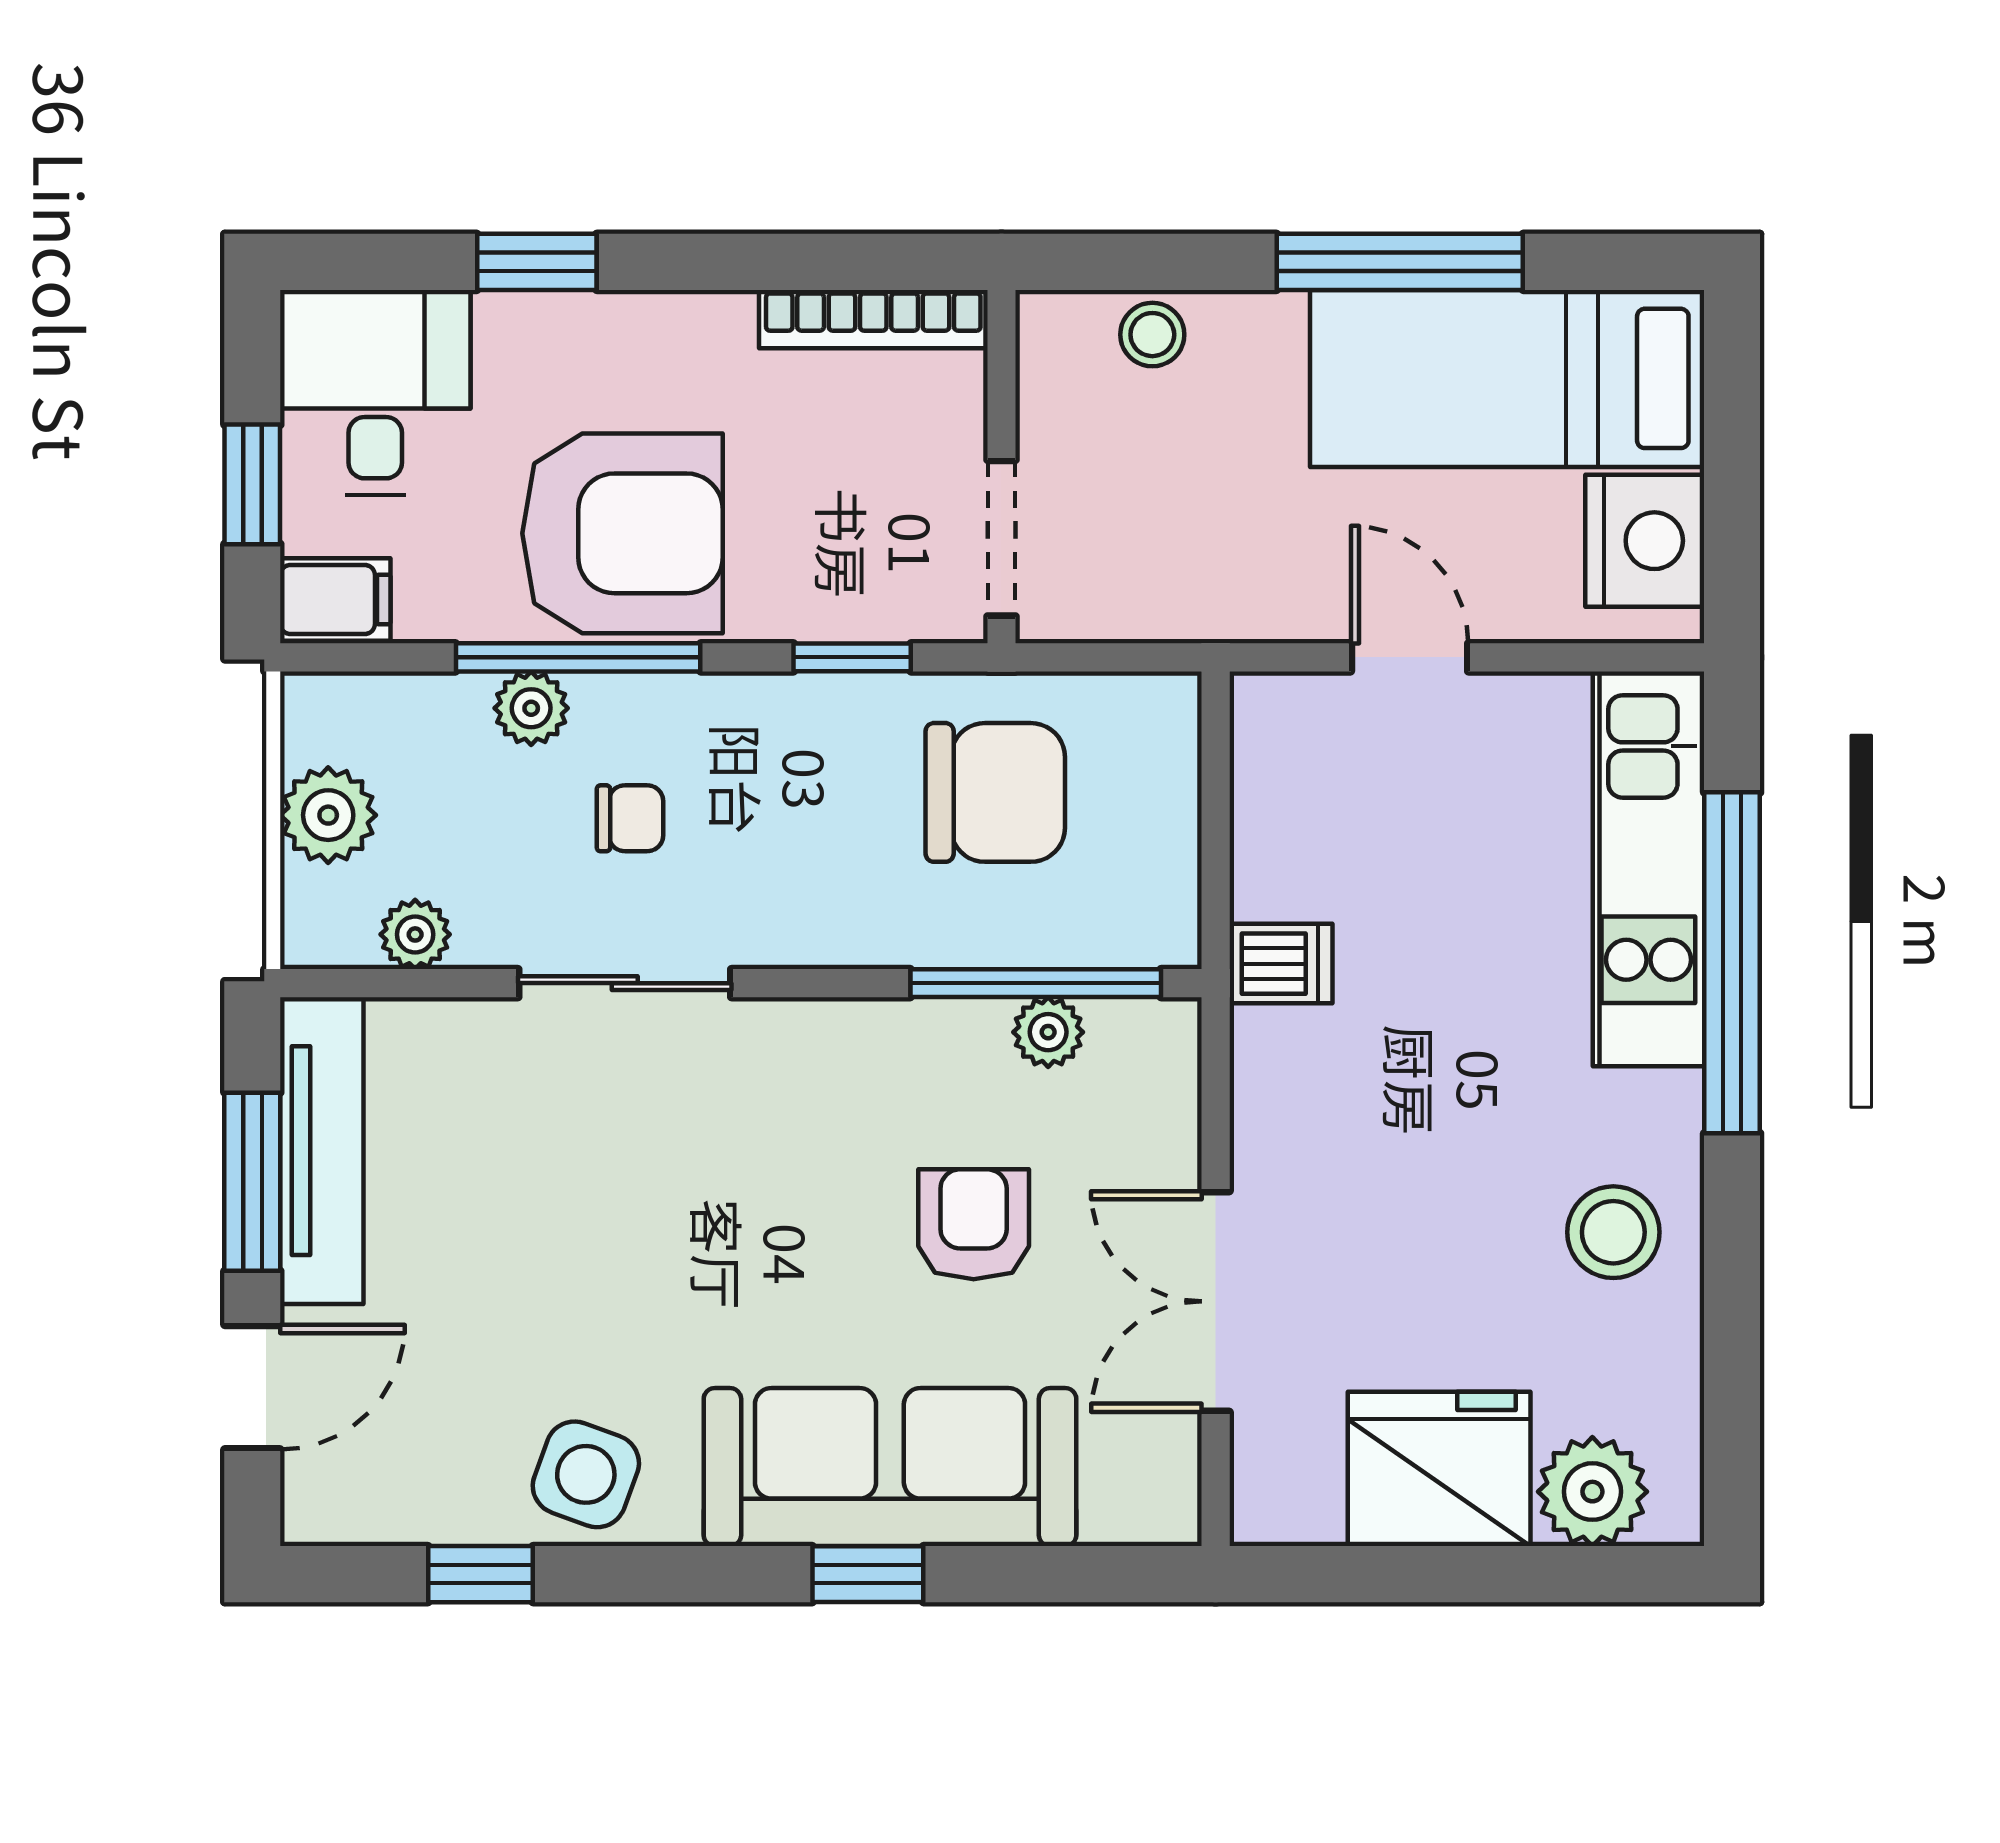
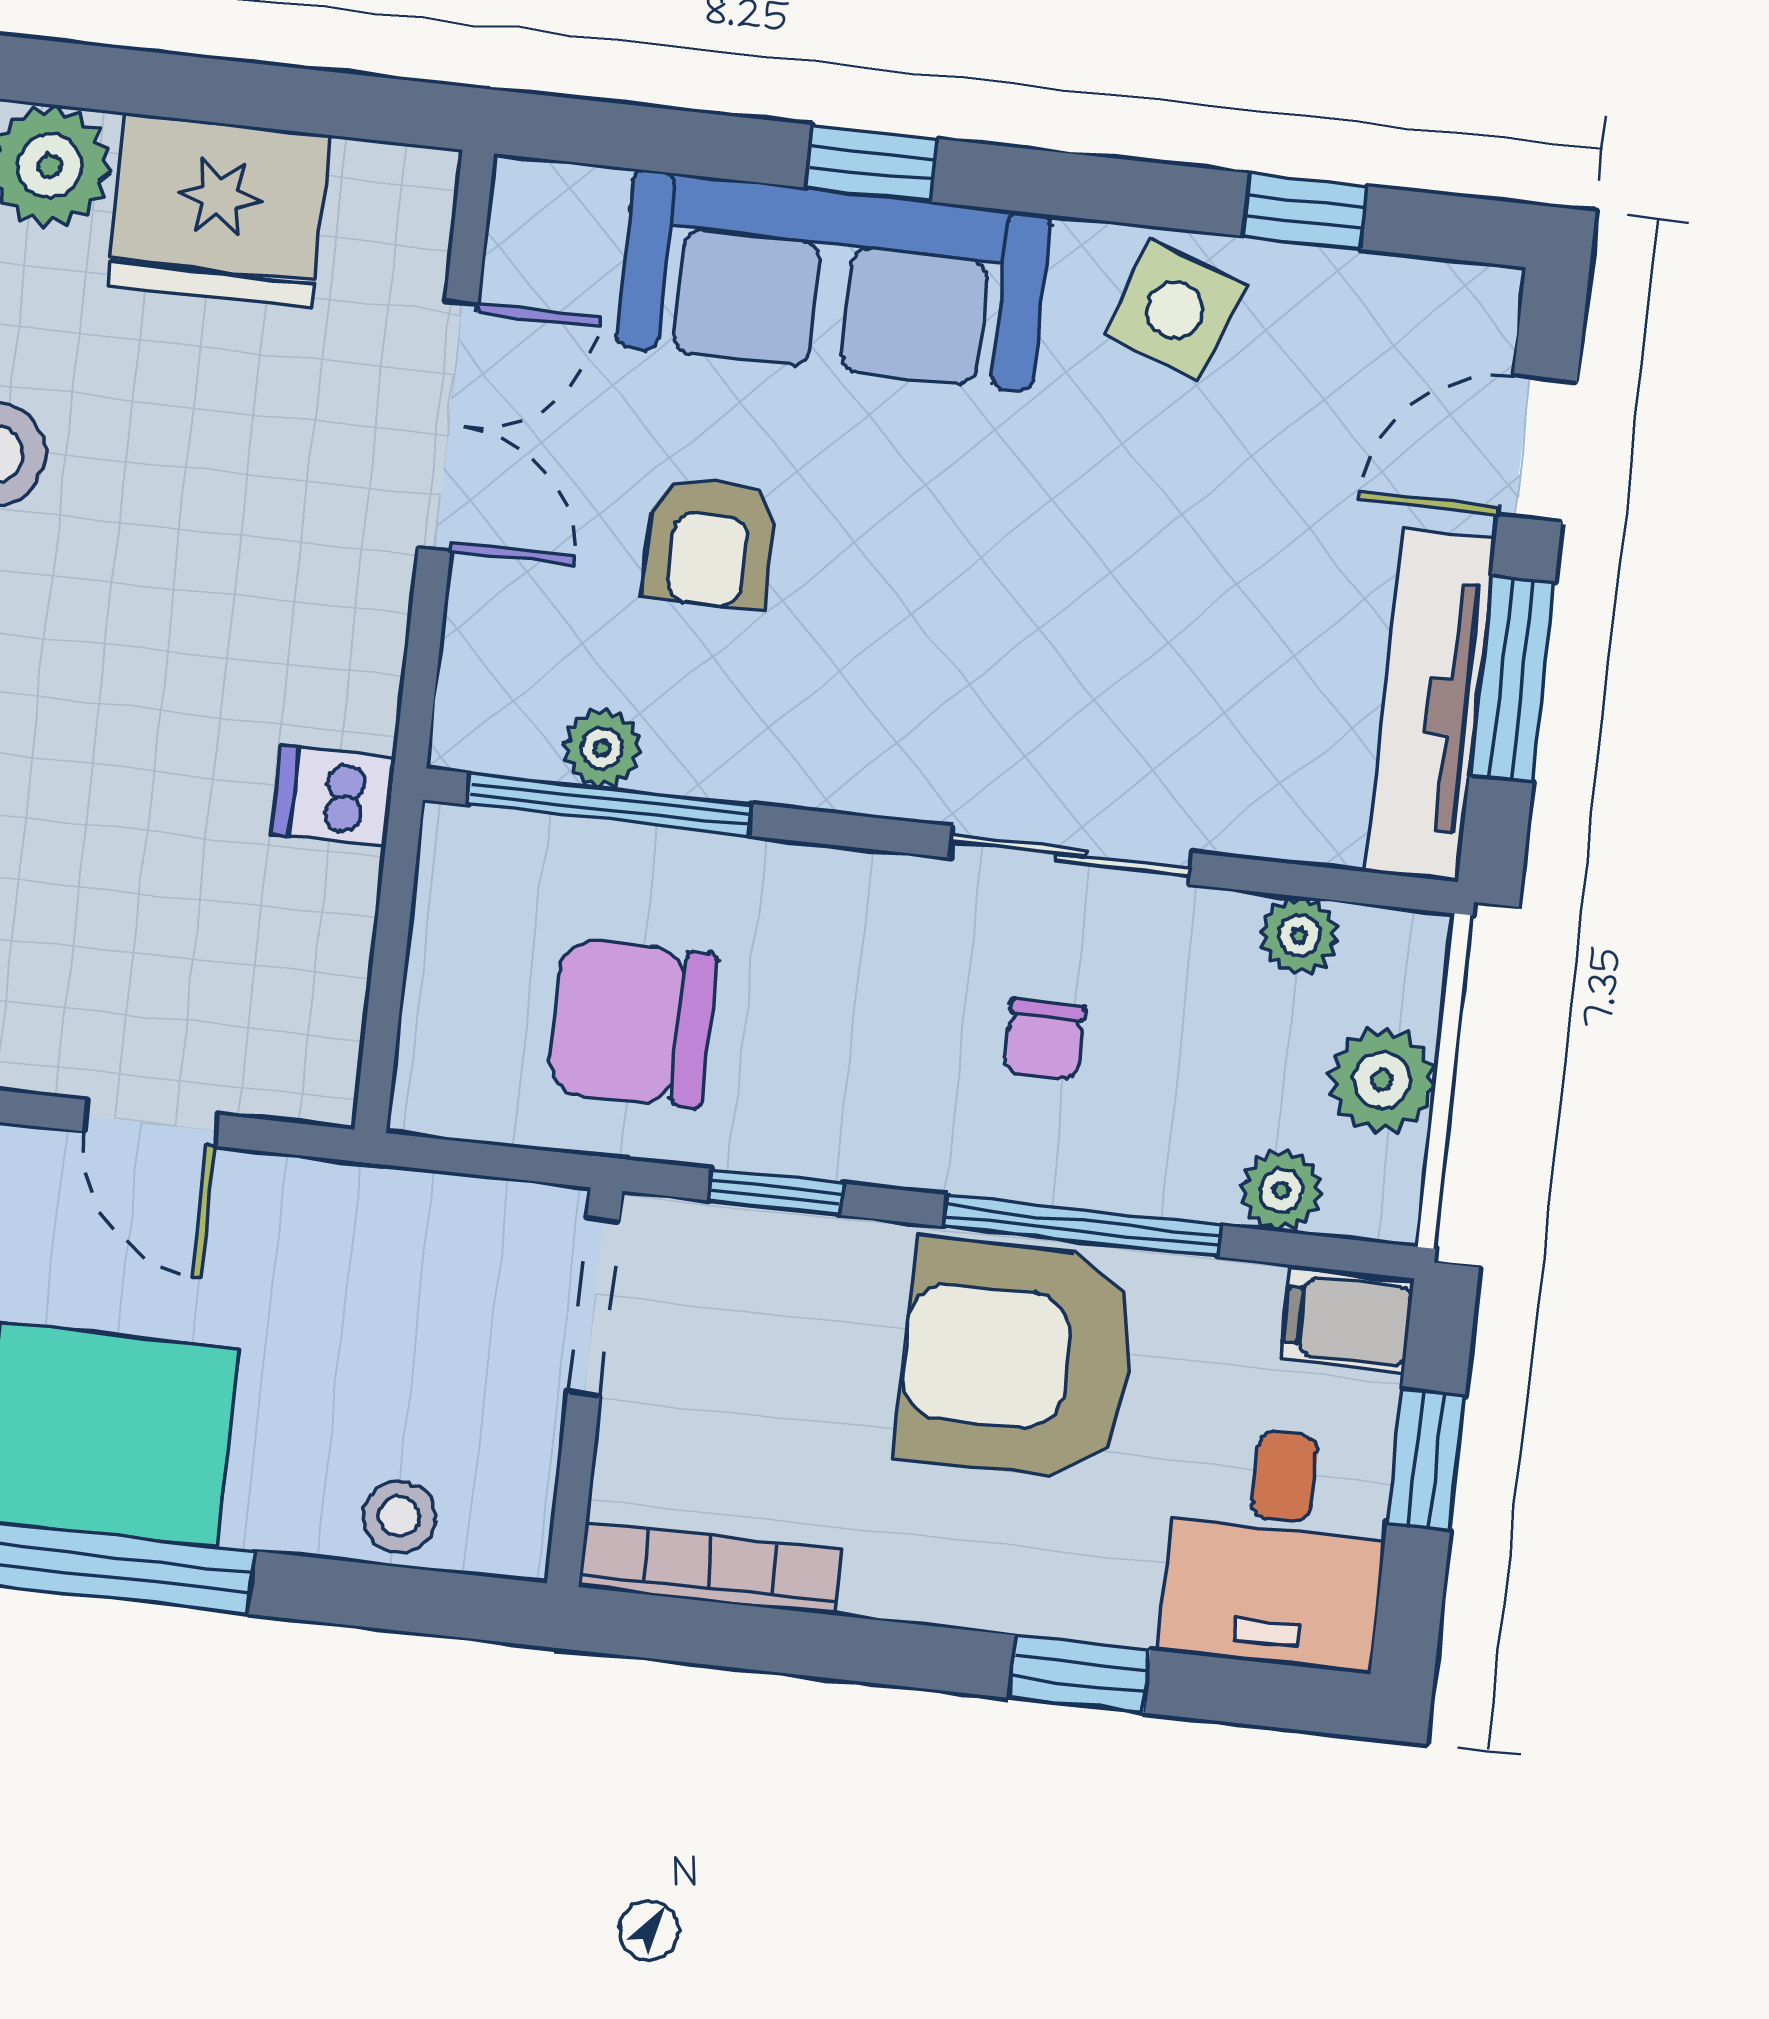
plant: (531, 708) -> (1282, 1190), moved
chair: (630, 818) -> (1044, 1039), turned -90

